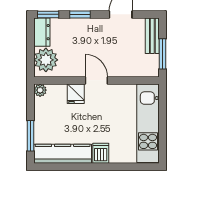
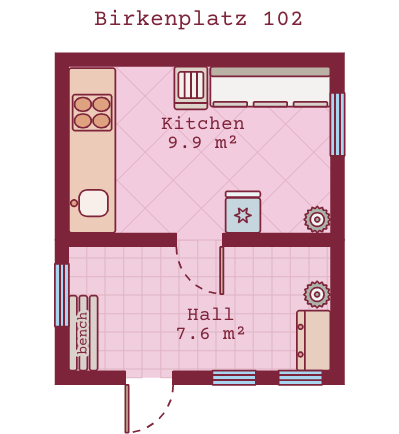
plant: (46, 60) -> (317, 295), width x0.53, depth x0.53

